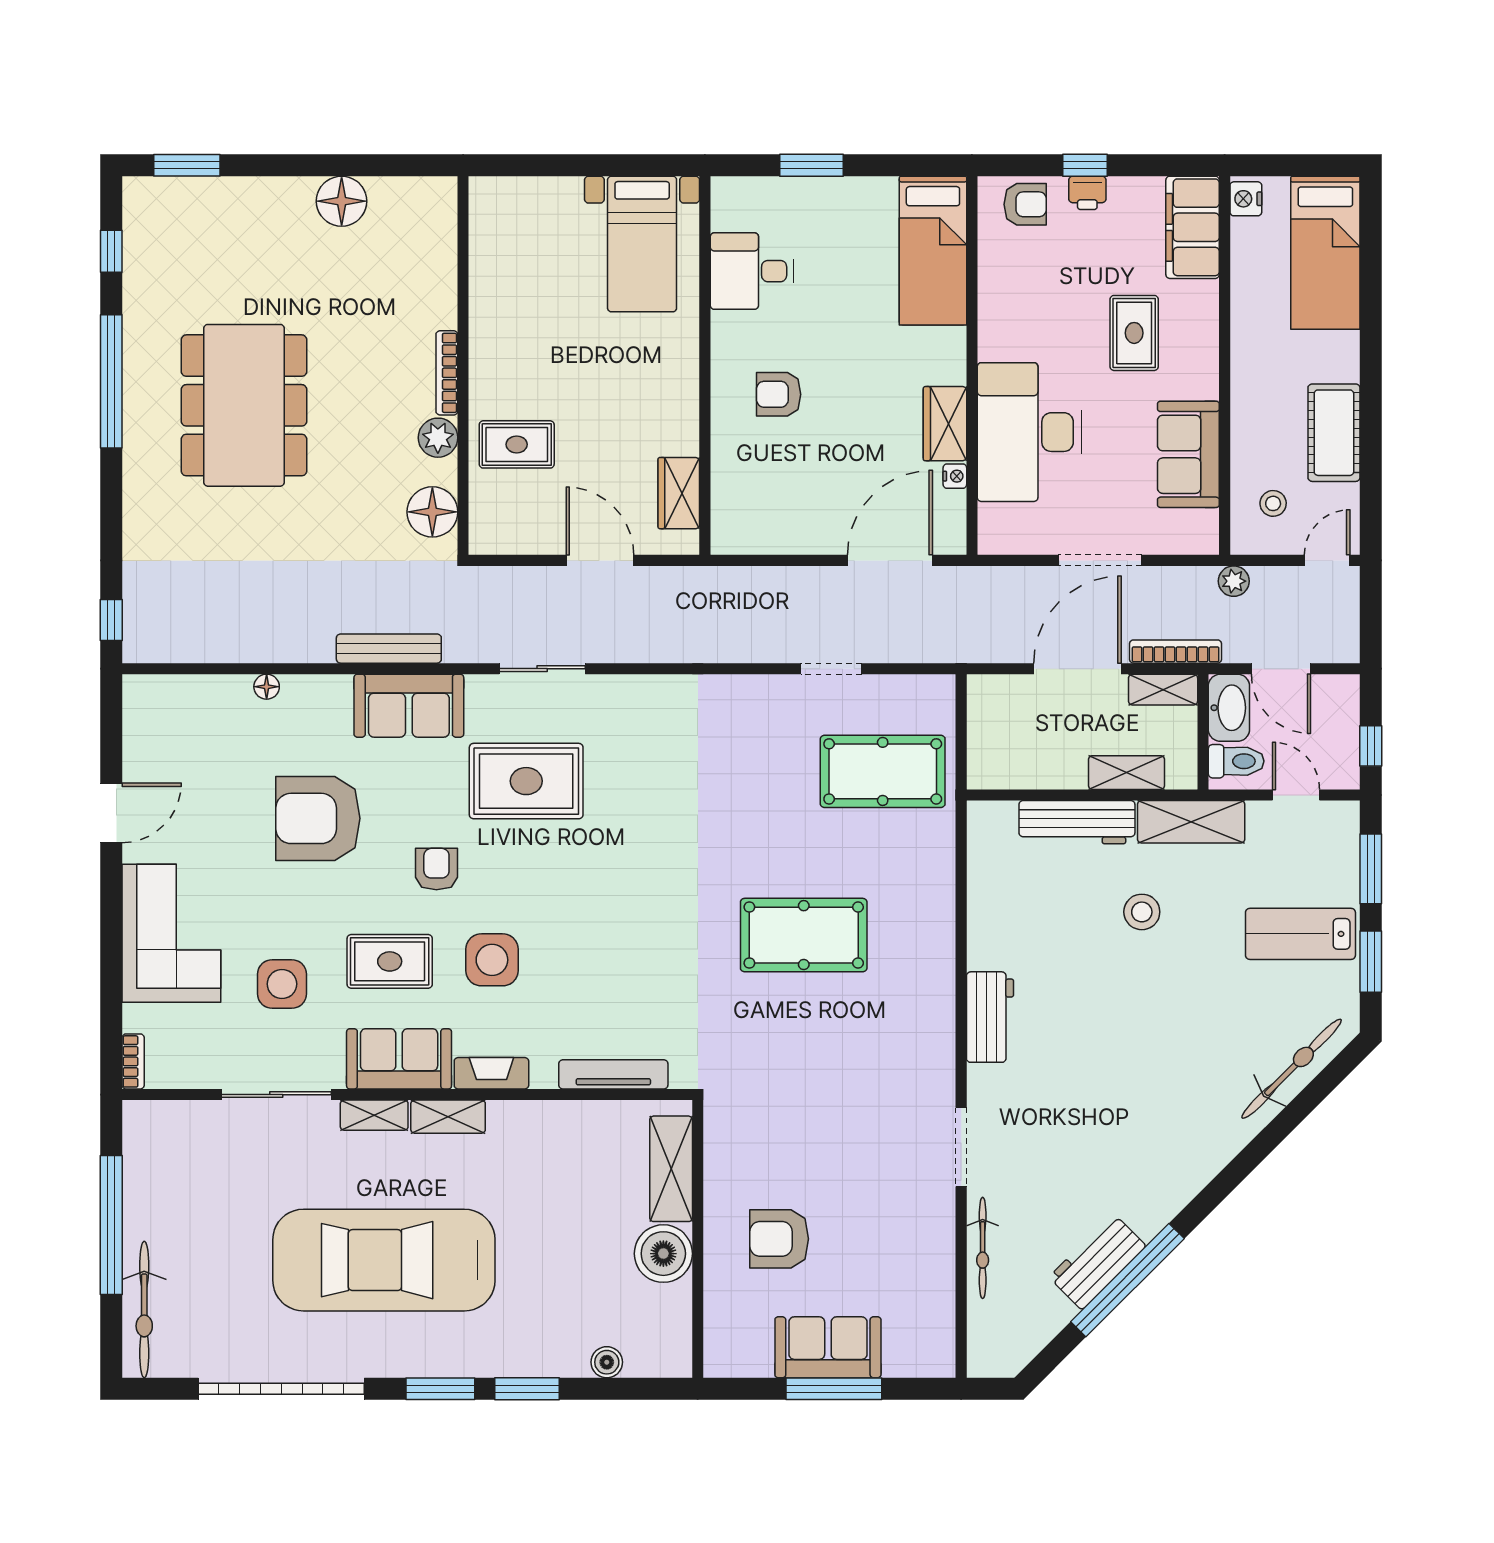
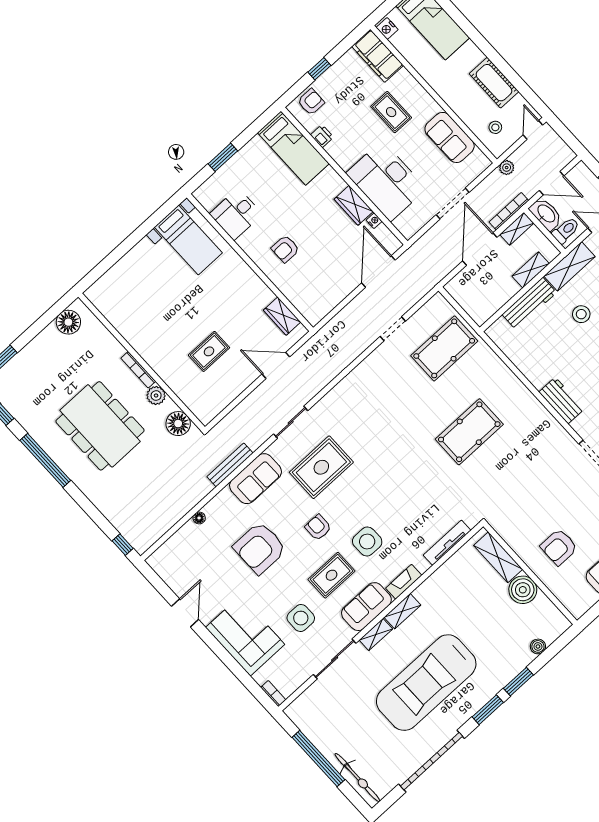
printer: (1087, 193) -> (322, 136), moved, turned -90
wall: (463, 366) -> (142, 362), moved
bookcase: (447, 373) -> (138, 370), moved
plant: (438, 438) -> (156, 396), moved
floor lamp: (432, 512) -> (178, 424), moved

